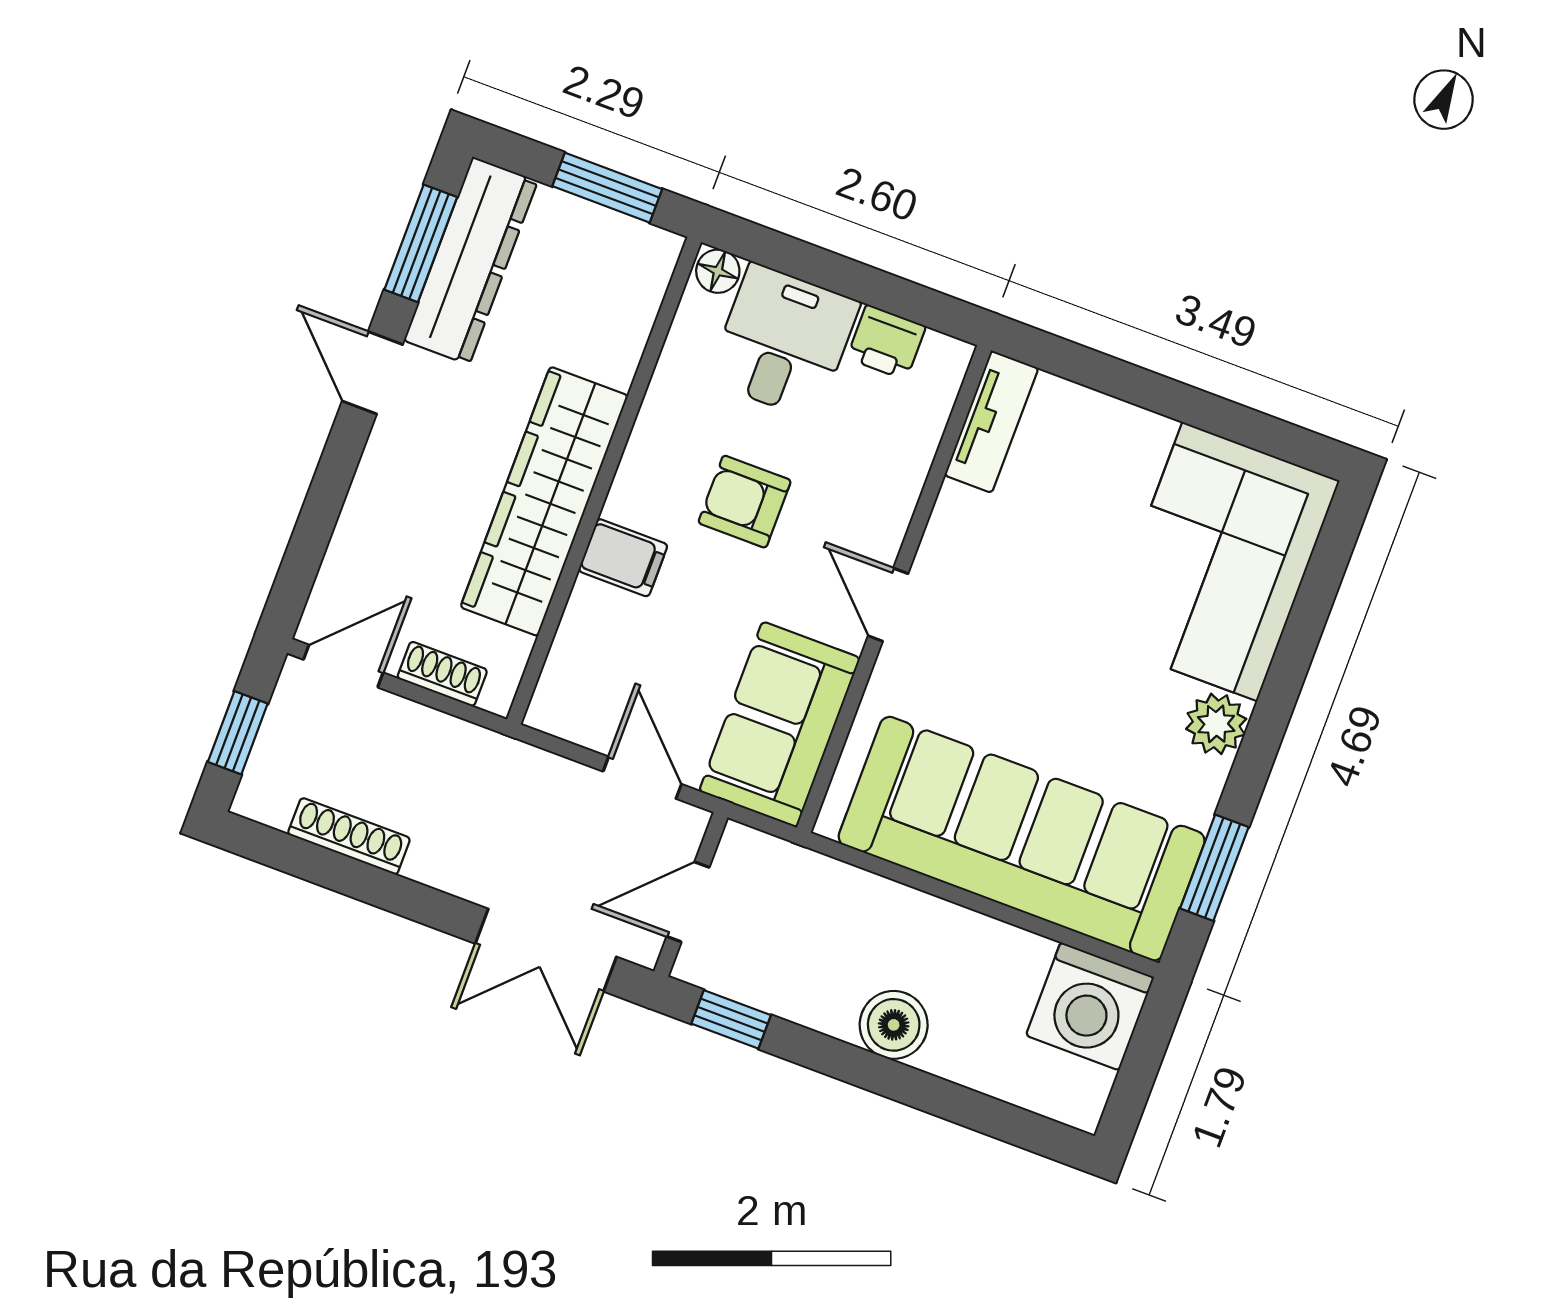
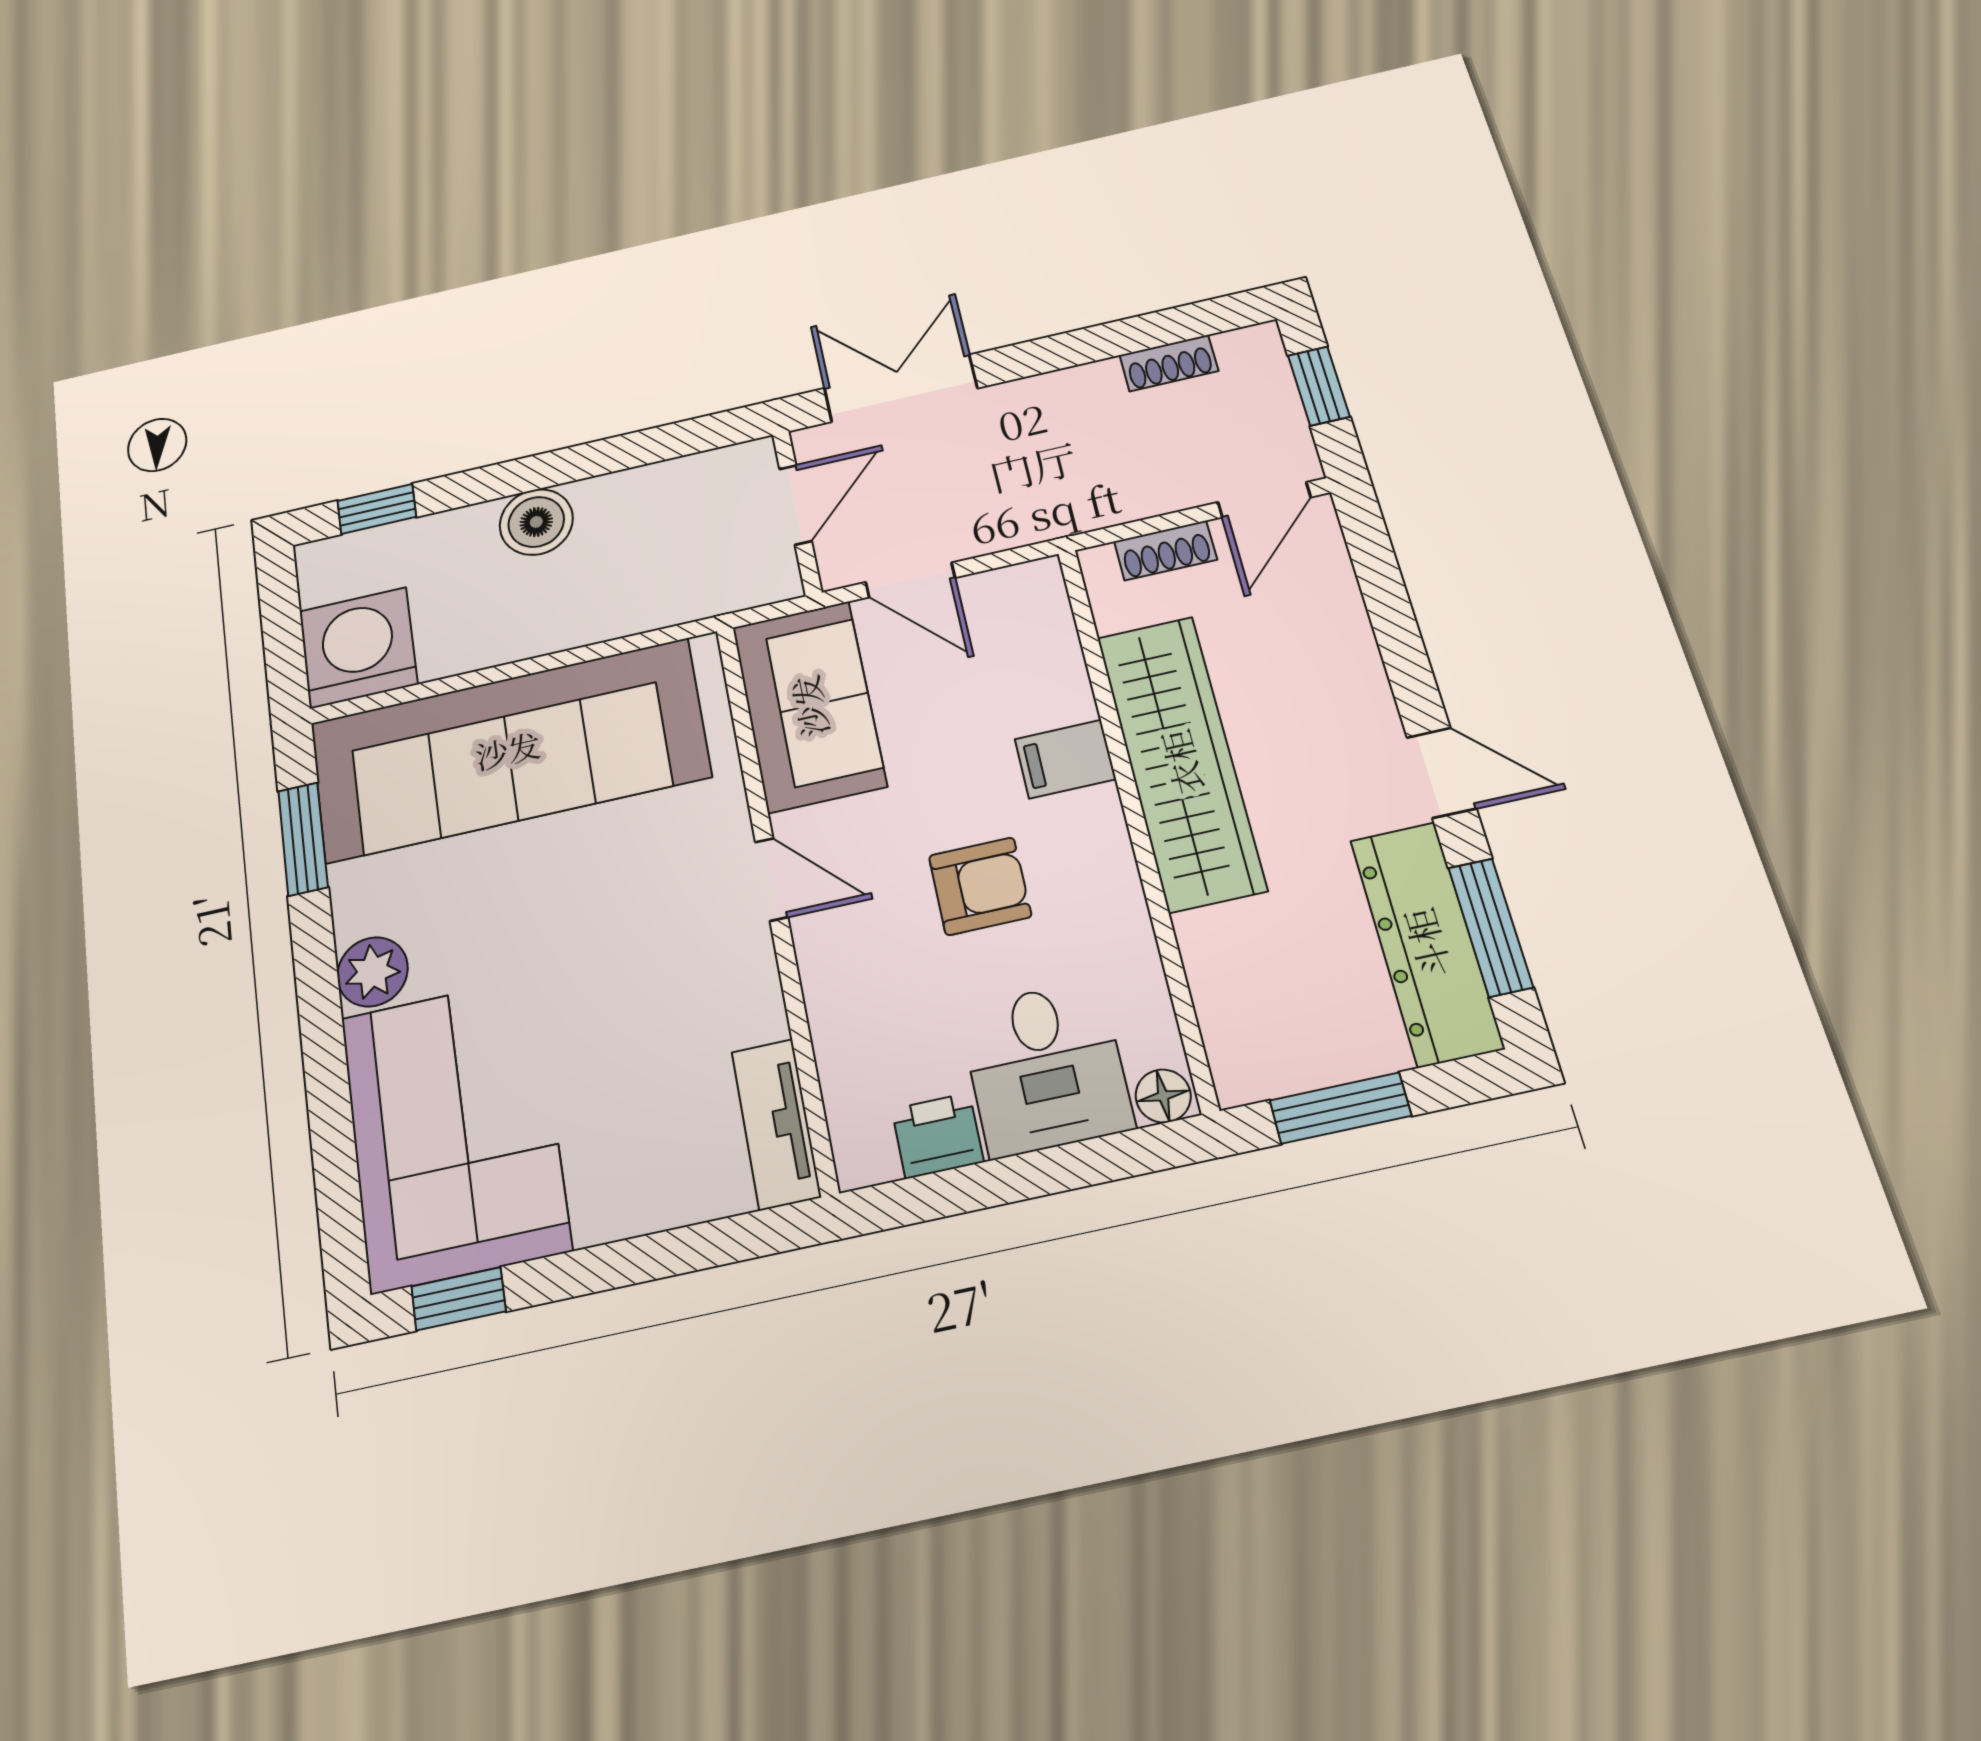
window: (1279, 439) -> (459, 1299), added
shoe rack: (349, 836) -> (1169, 363), width x0.70
window: (731, 1019) -> (377, 509), moved

